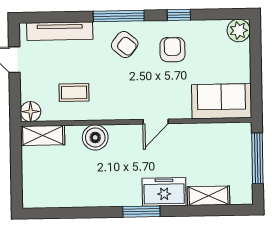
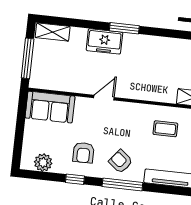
plant: (239, 30) -> (43, 163), moved
boiler: (95, 137) -> (153, 91), removed
shelving: (209, 196) -> (53, 32), moved

